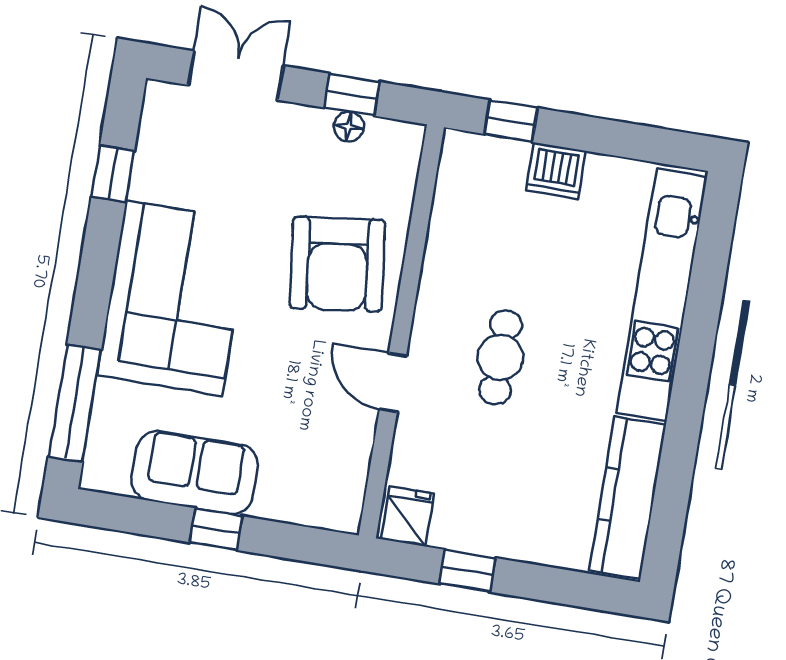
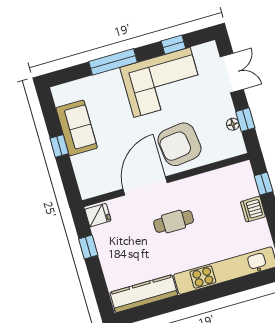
corner sofa: (174, 298) -> (162, 82), moved
door: (393, 383) -> (145, 186), width x1.88
window: (75, 403) -> (113, 62), moved

